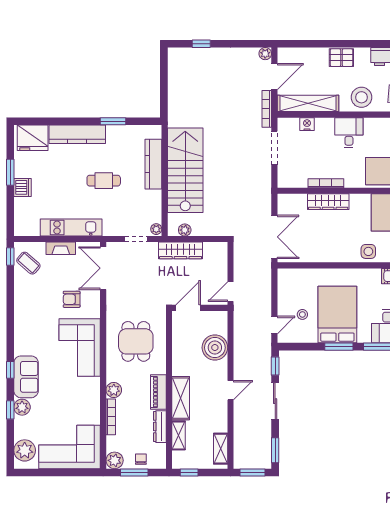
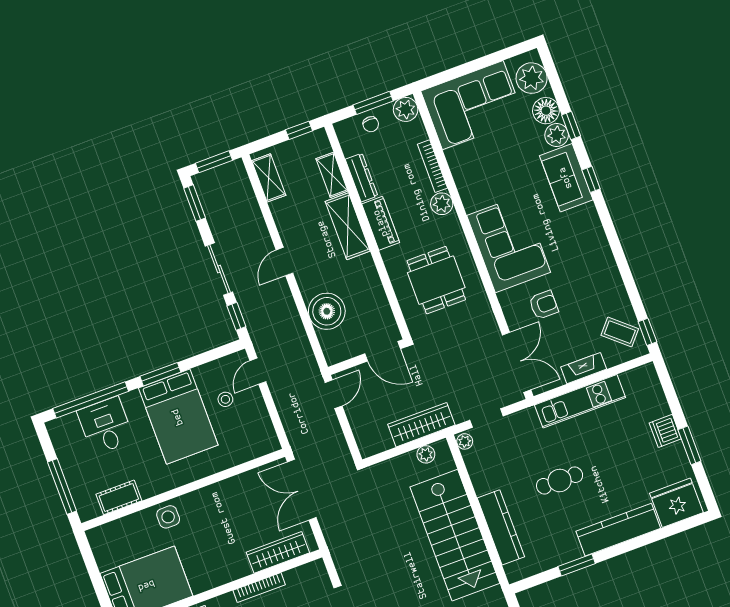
wardrobe: (328, 202) -> (278, 552), moved
door: (188, 308) -> (383, 351), hinge flipped
floor lamp: (23, 426) -> (546, 111), added

